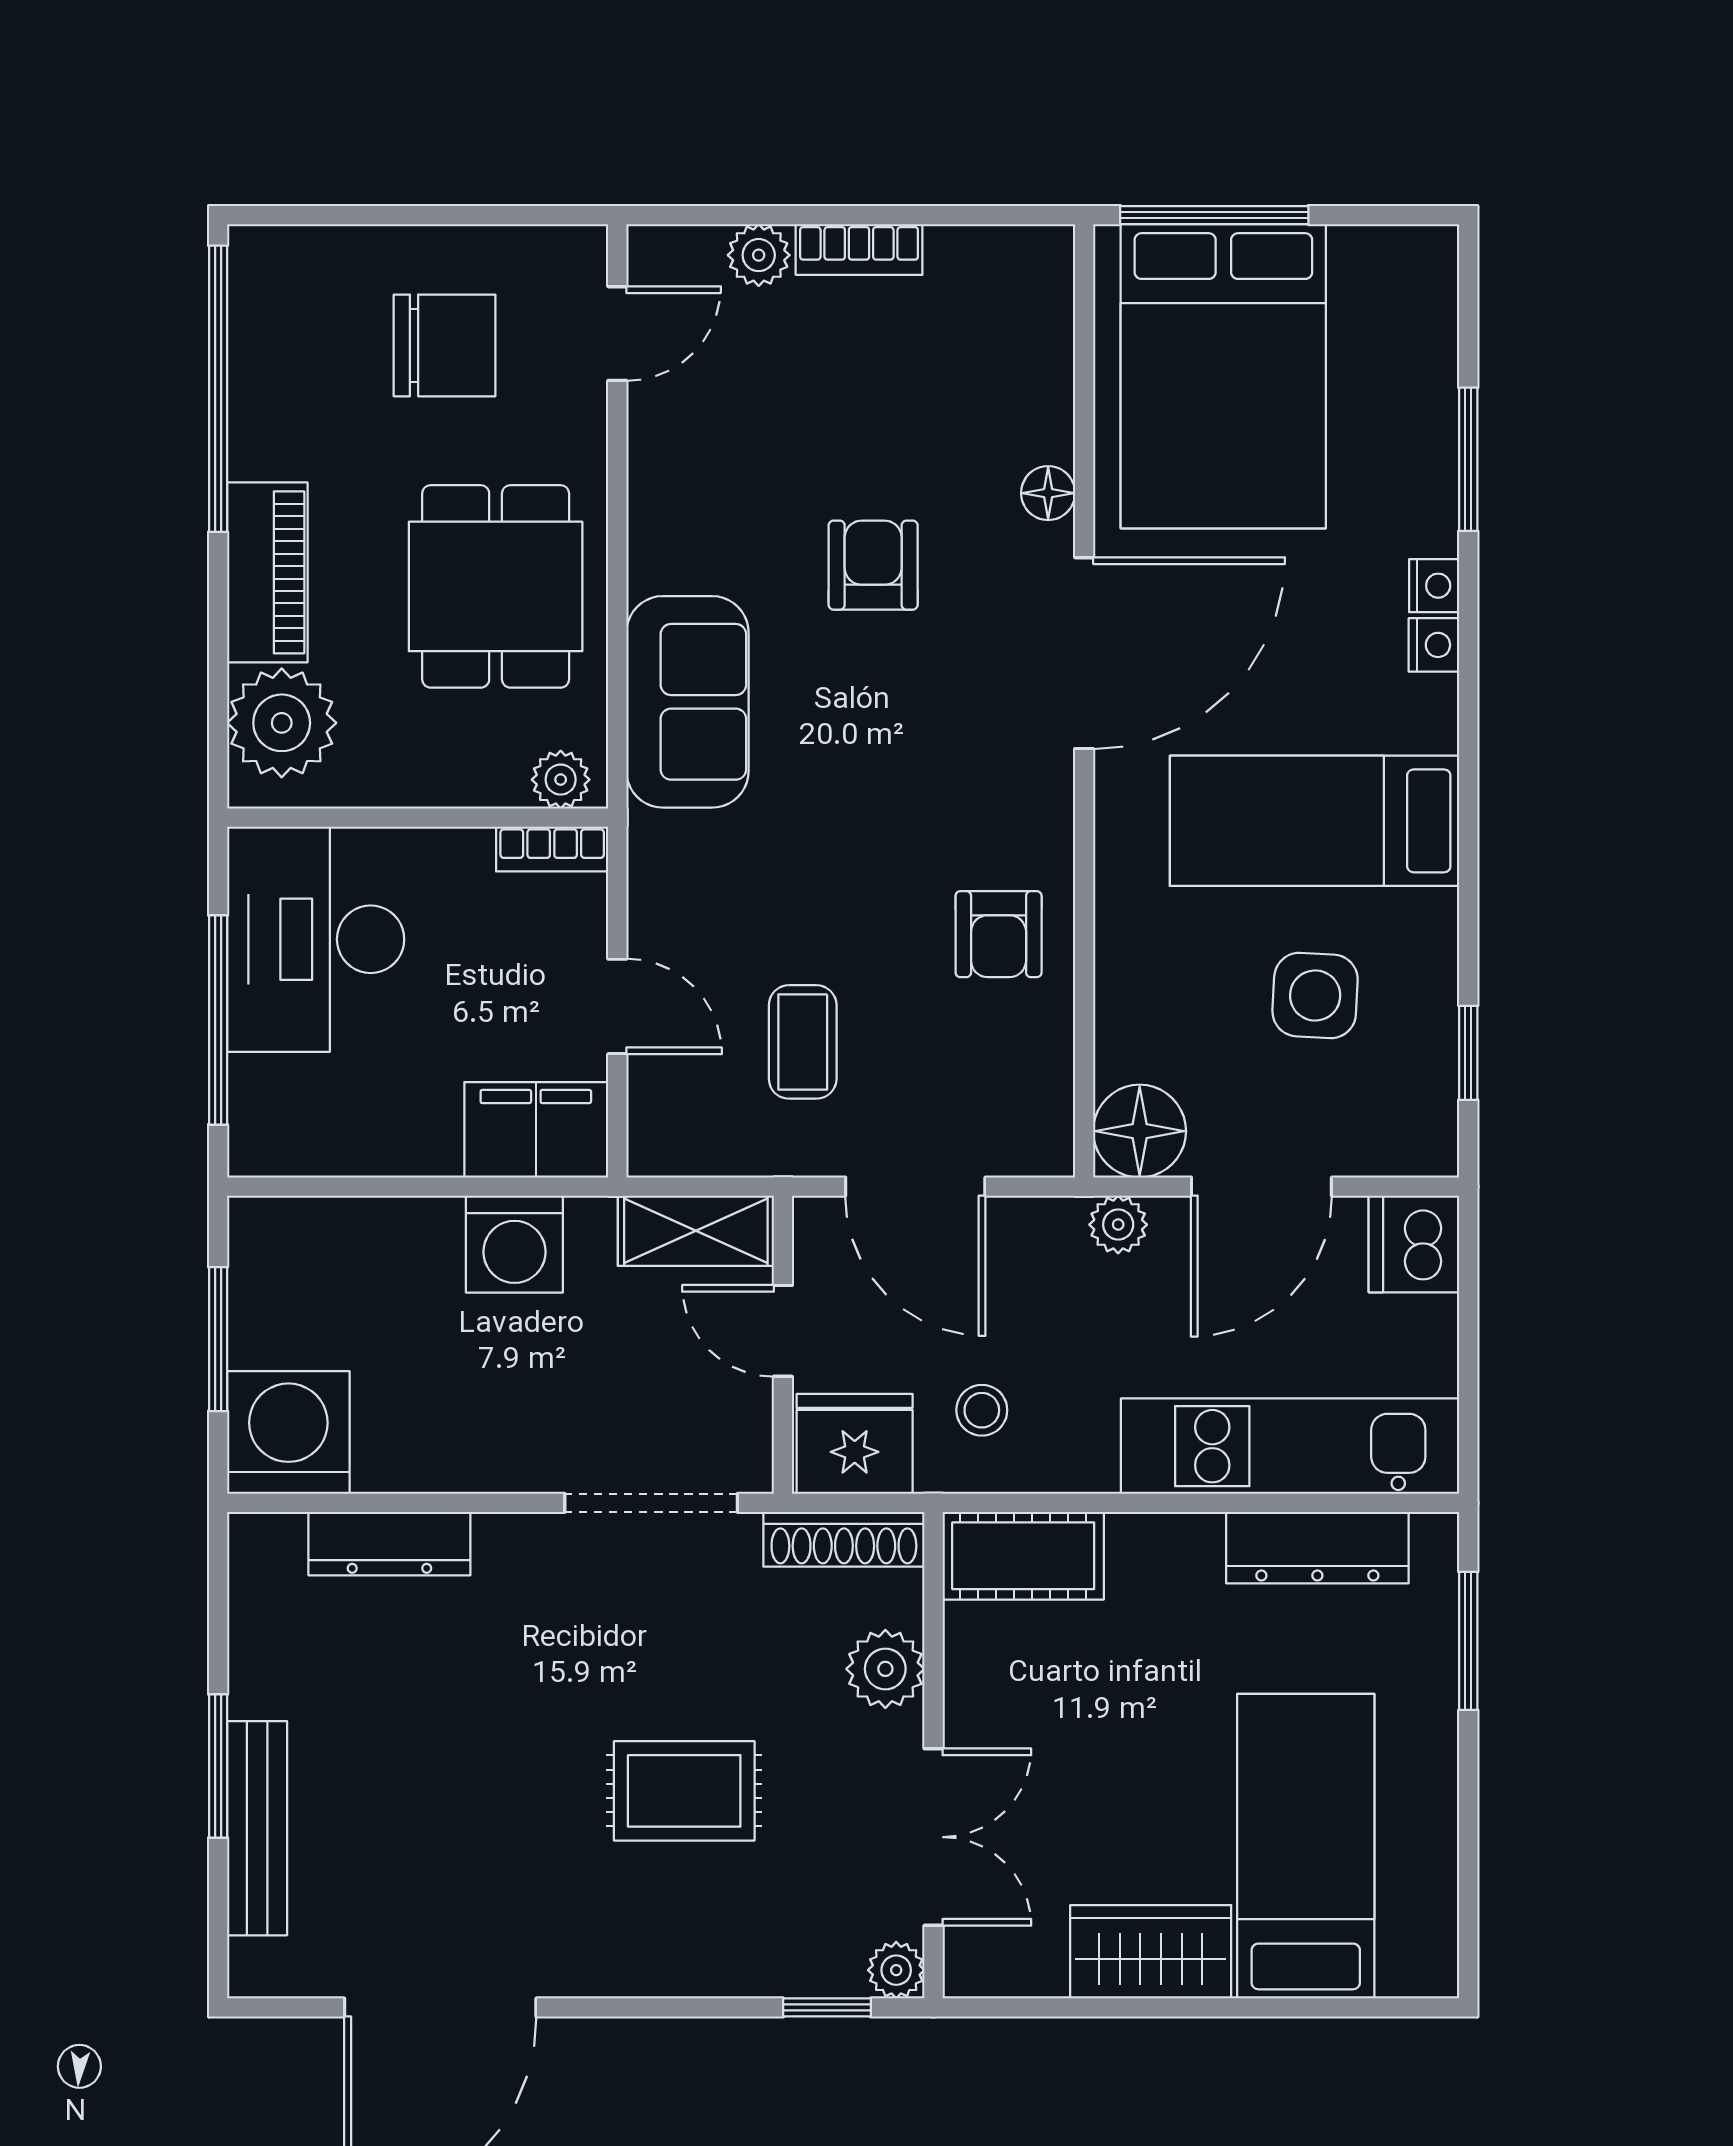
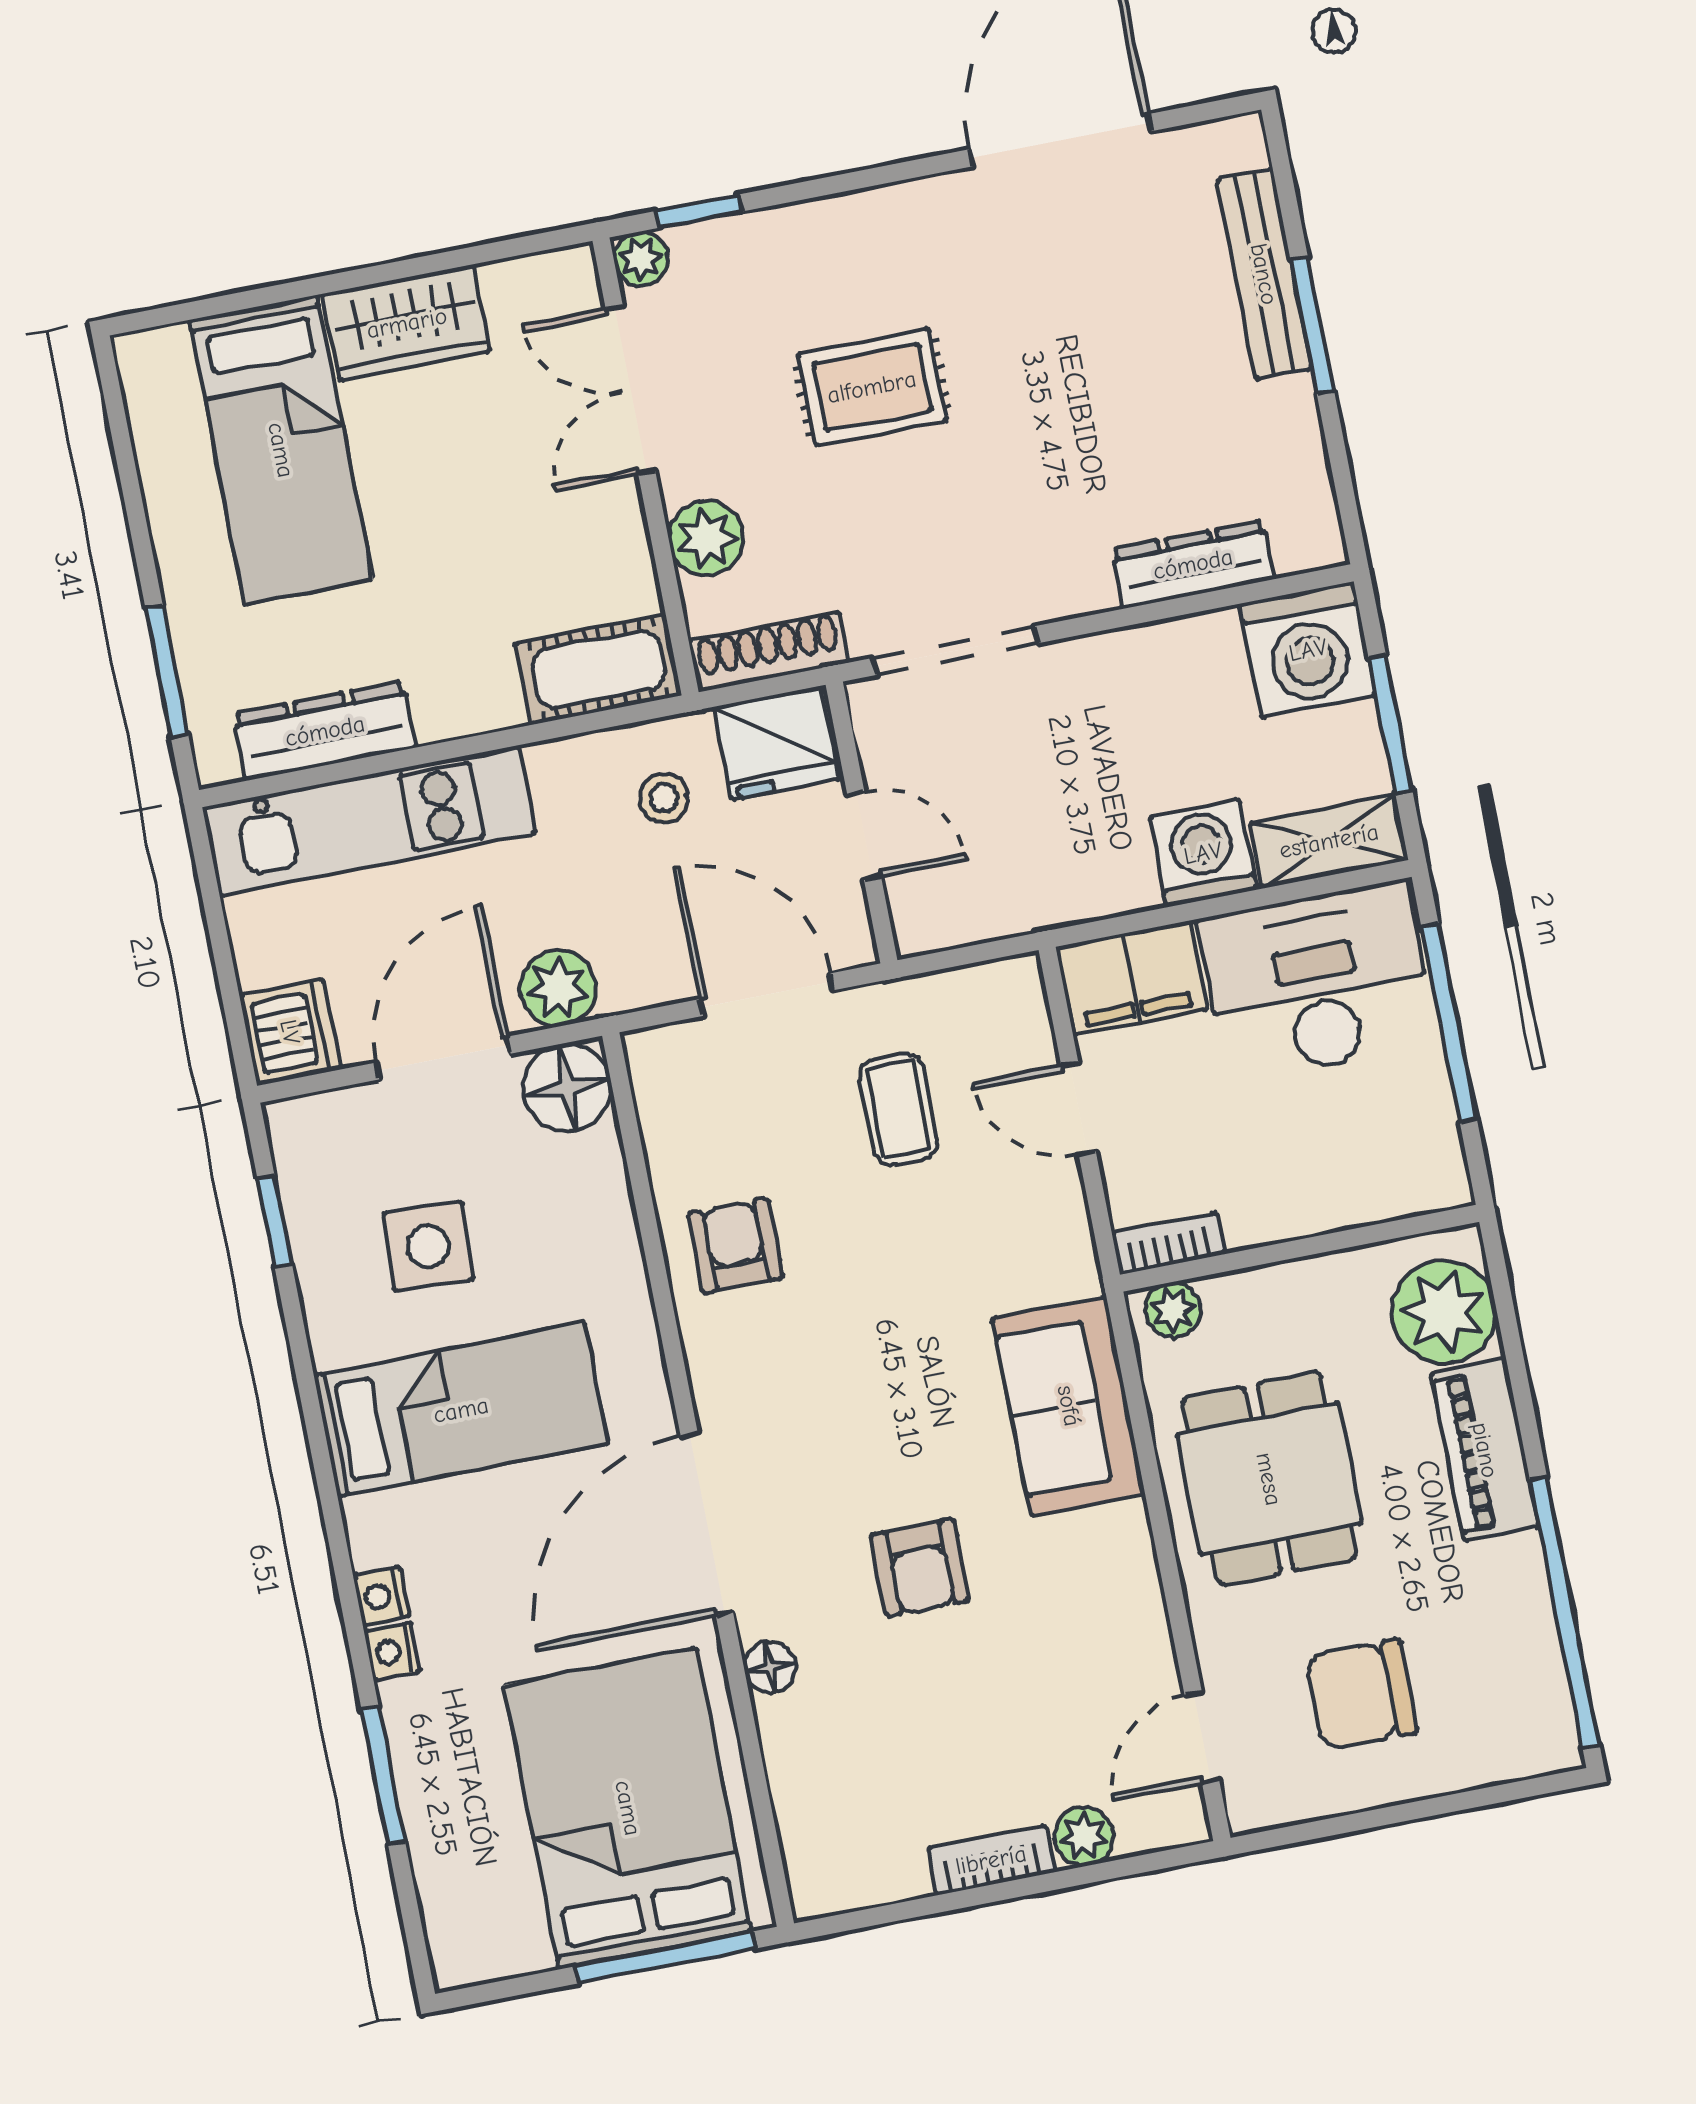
desk: (316, 939) -> (1317, 981), moved, turned -90
plant: (1118, 1225) -> (558, 988), width x1.38, depth x1.38
shelving: (696, 1231) -> (1329, 841), moved
washing machine: (514, 1244) -> (1203, 853), moved

